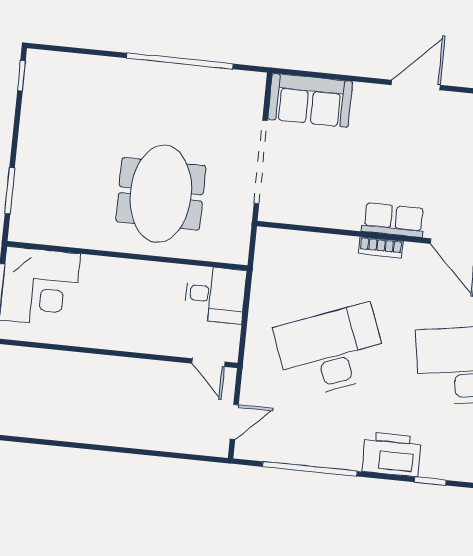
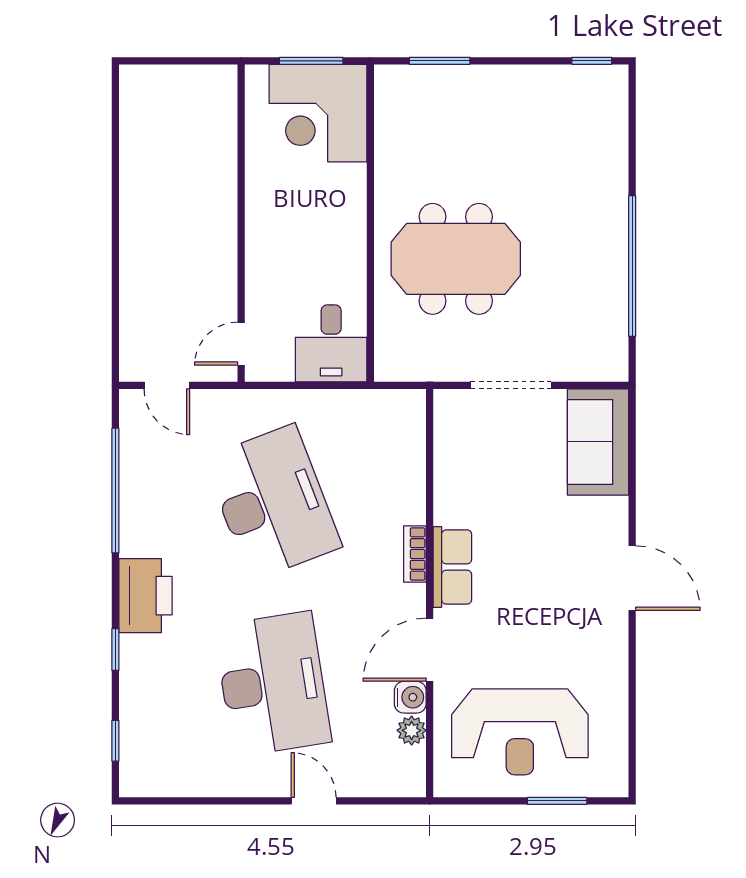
doorway: (261, 162) -> (511, 385), width x0.73

